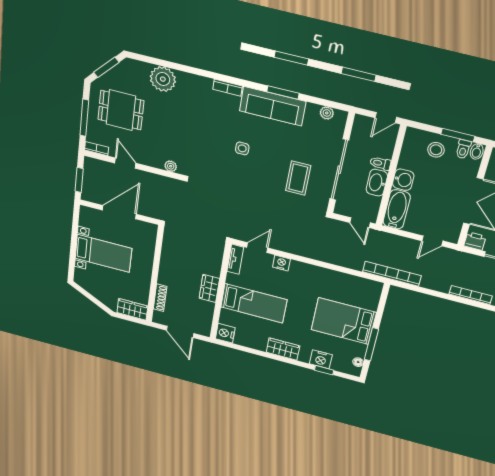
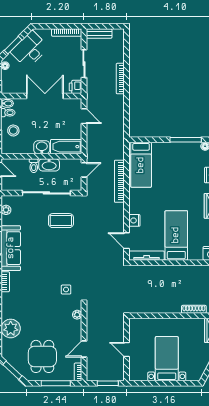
side table: (242, 148) -> (66, 290), moved
door: (119, 212) -> (127, 350), width x0.53
tv unit: (235, 259) -> (147, 256), width x1.41
bookcase: (392, 274) -> (119, 181), moved
wardrobe: (209, 288) -> (173, 272), removed
bed: (344, 321) -> (141, 165), moved, width x0.67

